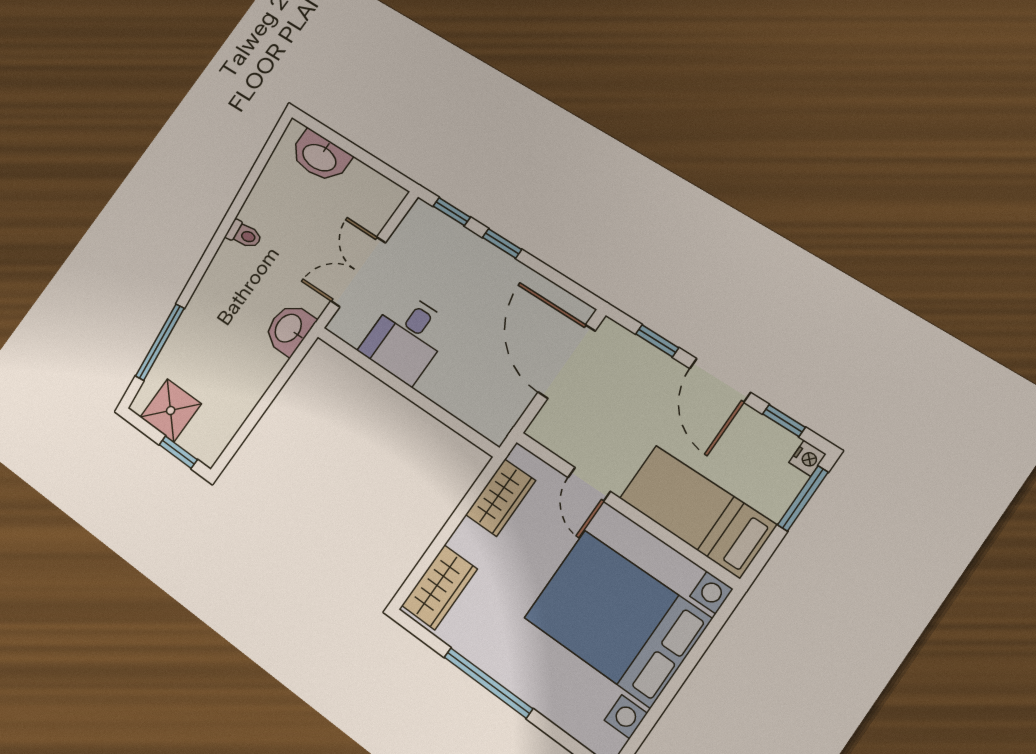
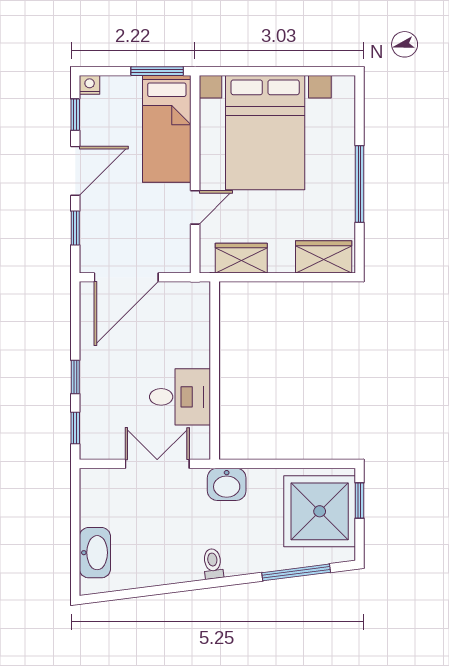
toilet: (244, 235) -> (213, 564), moved
double door: (358, 272) -> (157, 464), swing flipped
shower: (171, 411) -> (320, 511), width x1.86, depth x1.86
window: (803, 499) -> (157, 71), moved

